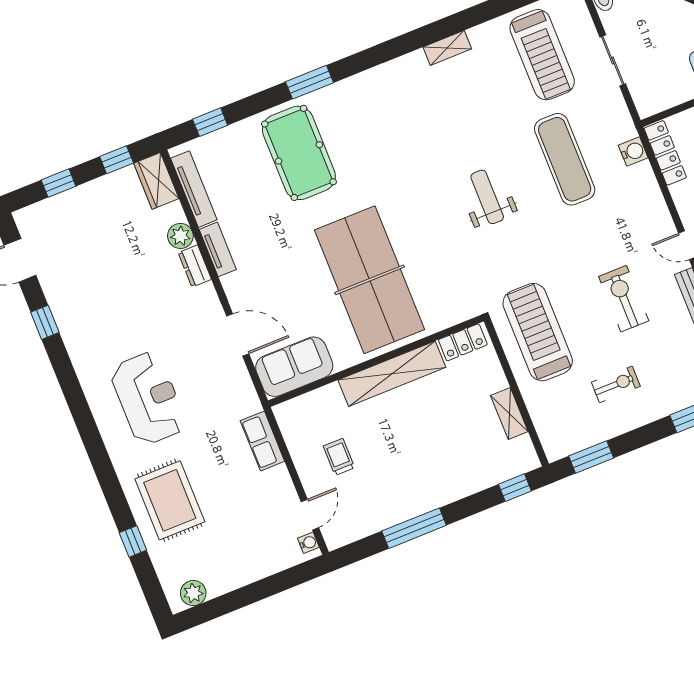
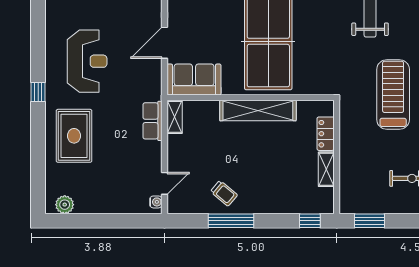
treadmill: (538, 332) -> (393, 95), moved
door: (238, 335) -> (165, 43), swing flipped
locker: (463, 342) -> (326, 134), moved, turned 90
shelving: (289, 424) -> (175, 117), added
trolley: (339, 457) -> (224, 193), moved, turned 130
window: (133, 541) -> (38, 92), moved

